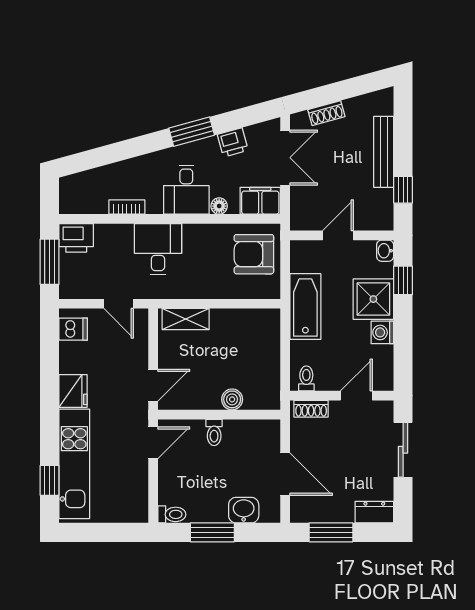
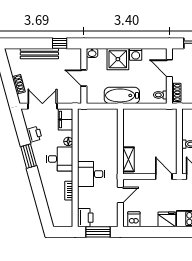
armchair: (254, 254) -> (94, 123), removed
window: (403, 280) -> (108, 43), removed
boiler: (232, 399) -> (171, 135), removed

